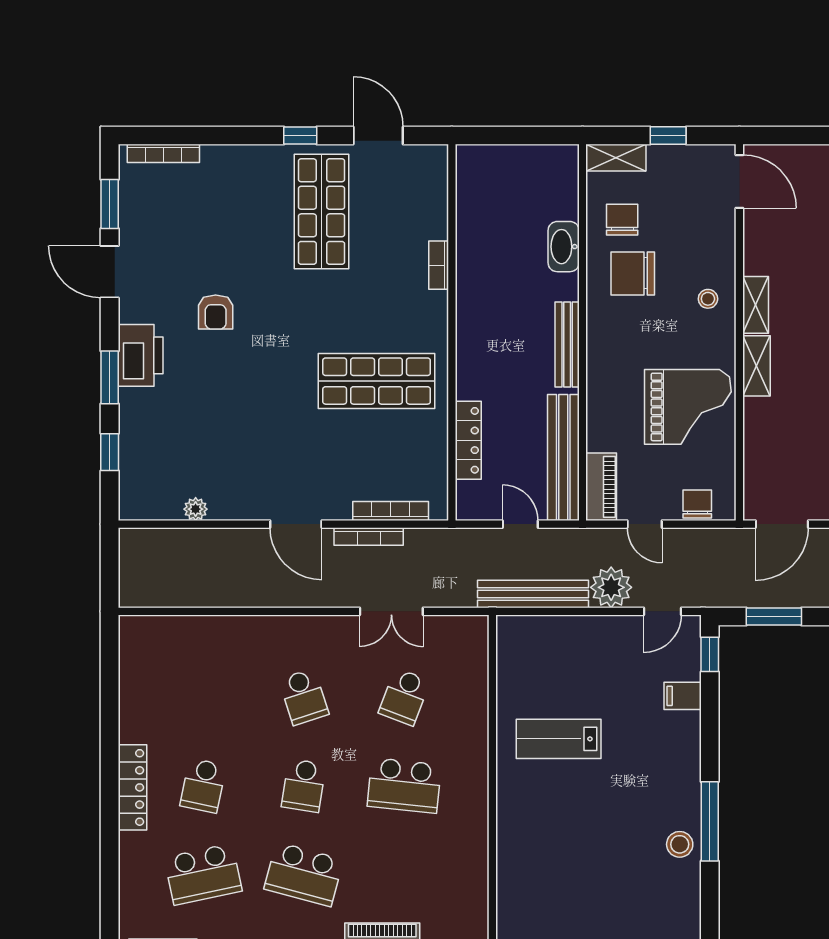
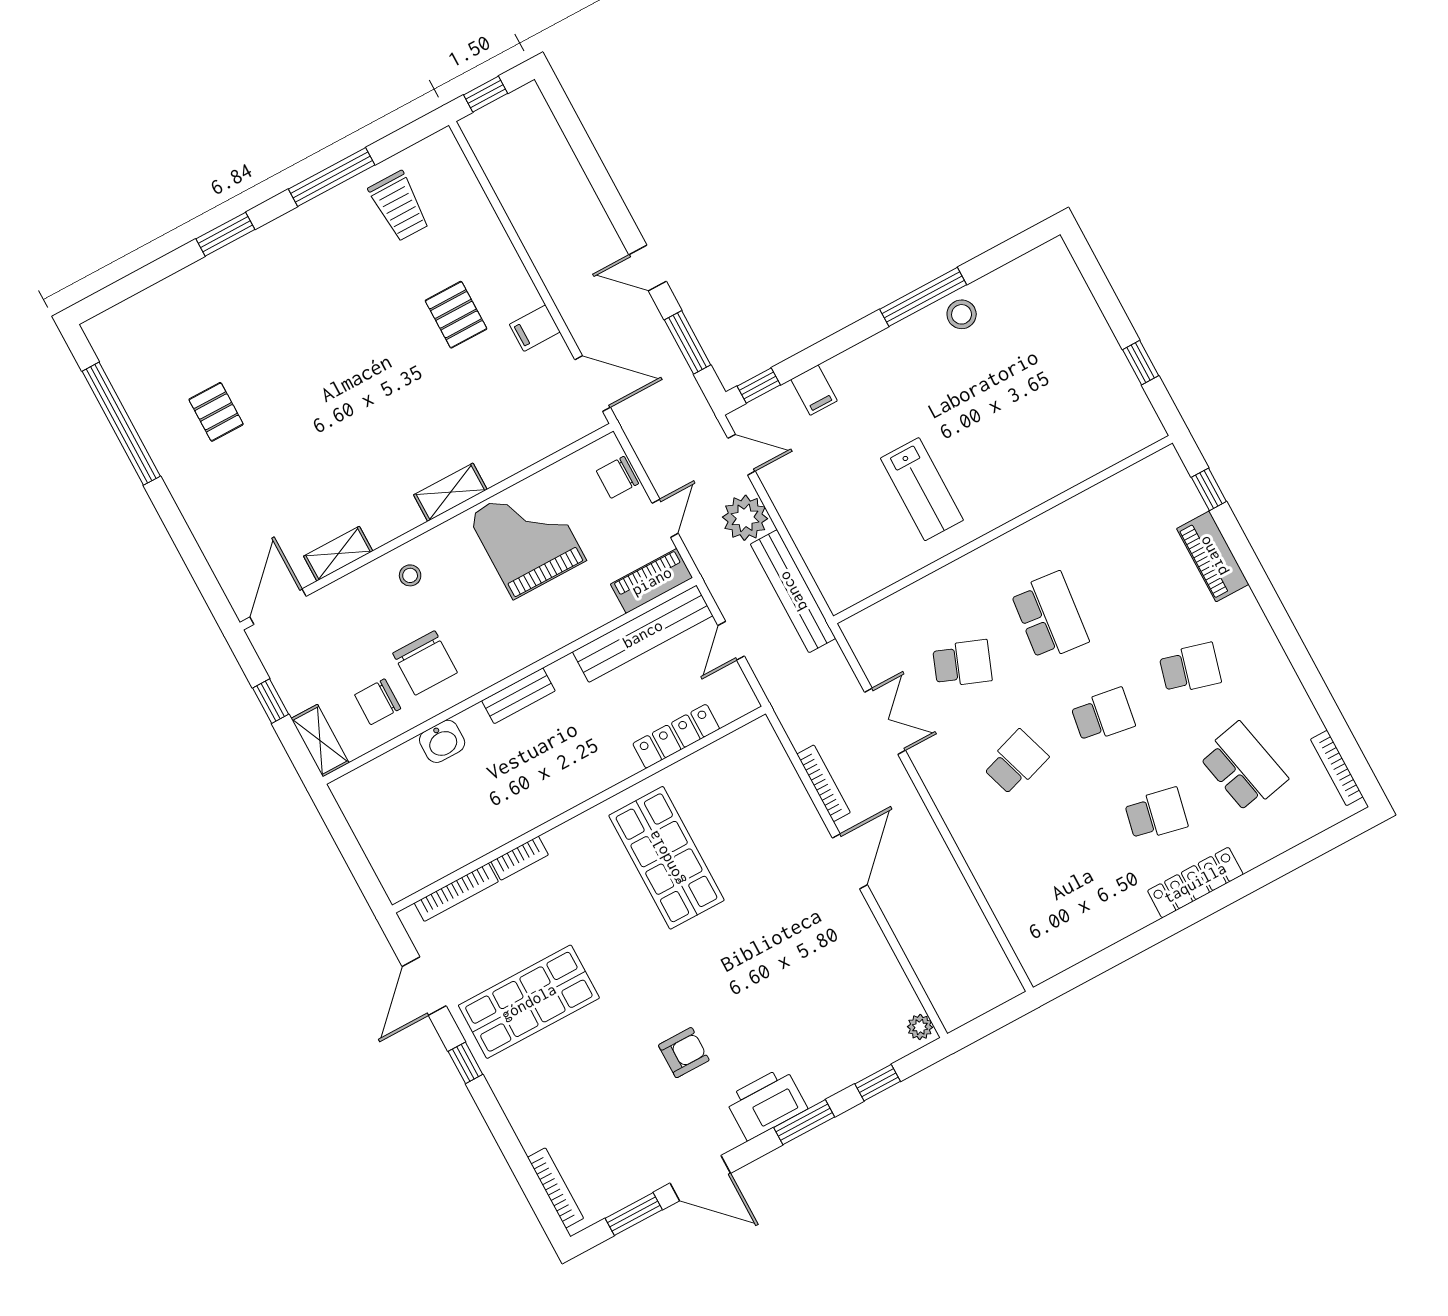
washbasin: (564, 247) -> (442, 741), width x0.72
door: (110, 272) -> (700, 1178), hinge flipped
shelving: (756, 305) -> (338, 554), moved
bench: (567, 344) -> (518, 696), width x0.73
plant: (196, 509) -> (920, 1027), moved
bookcase: (391, 511) -> (456, 892), moved, turned -90
school desk: (304, 874) -> (1190, 668), width x0.54

